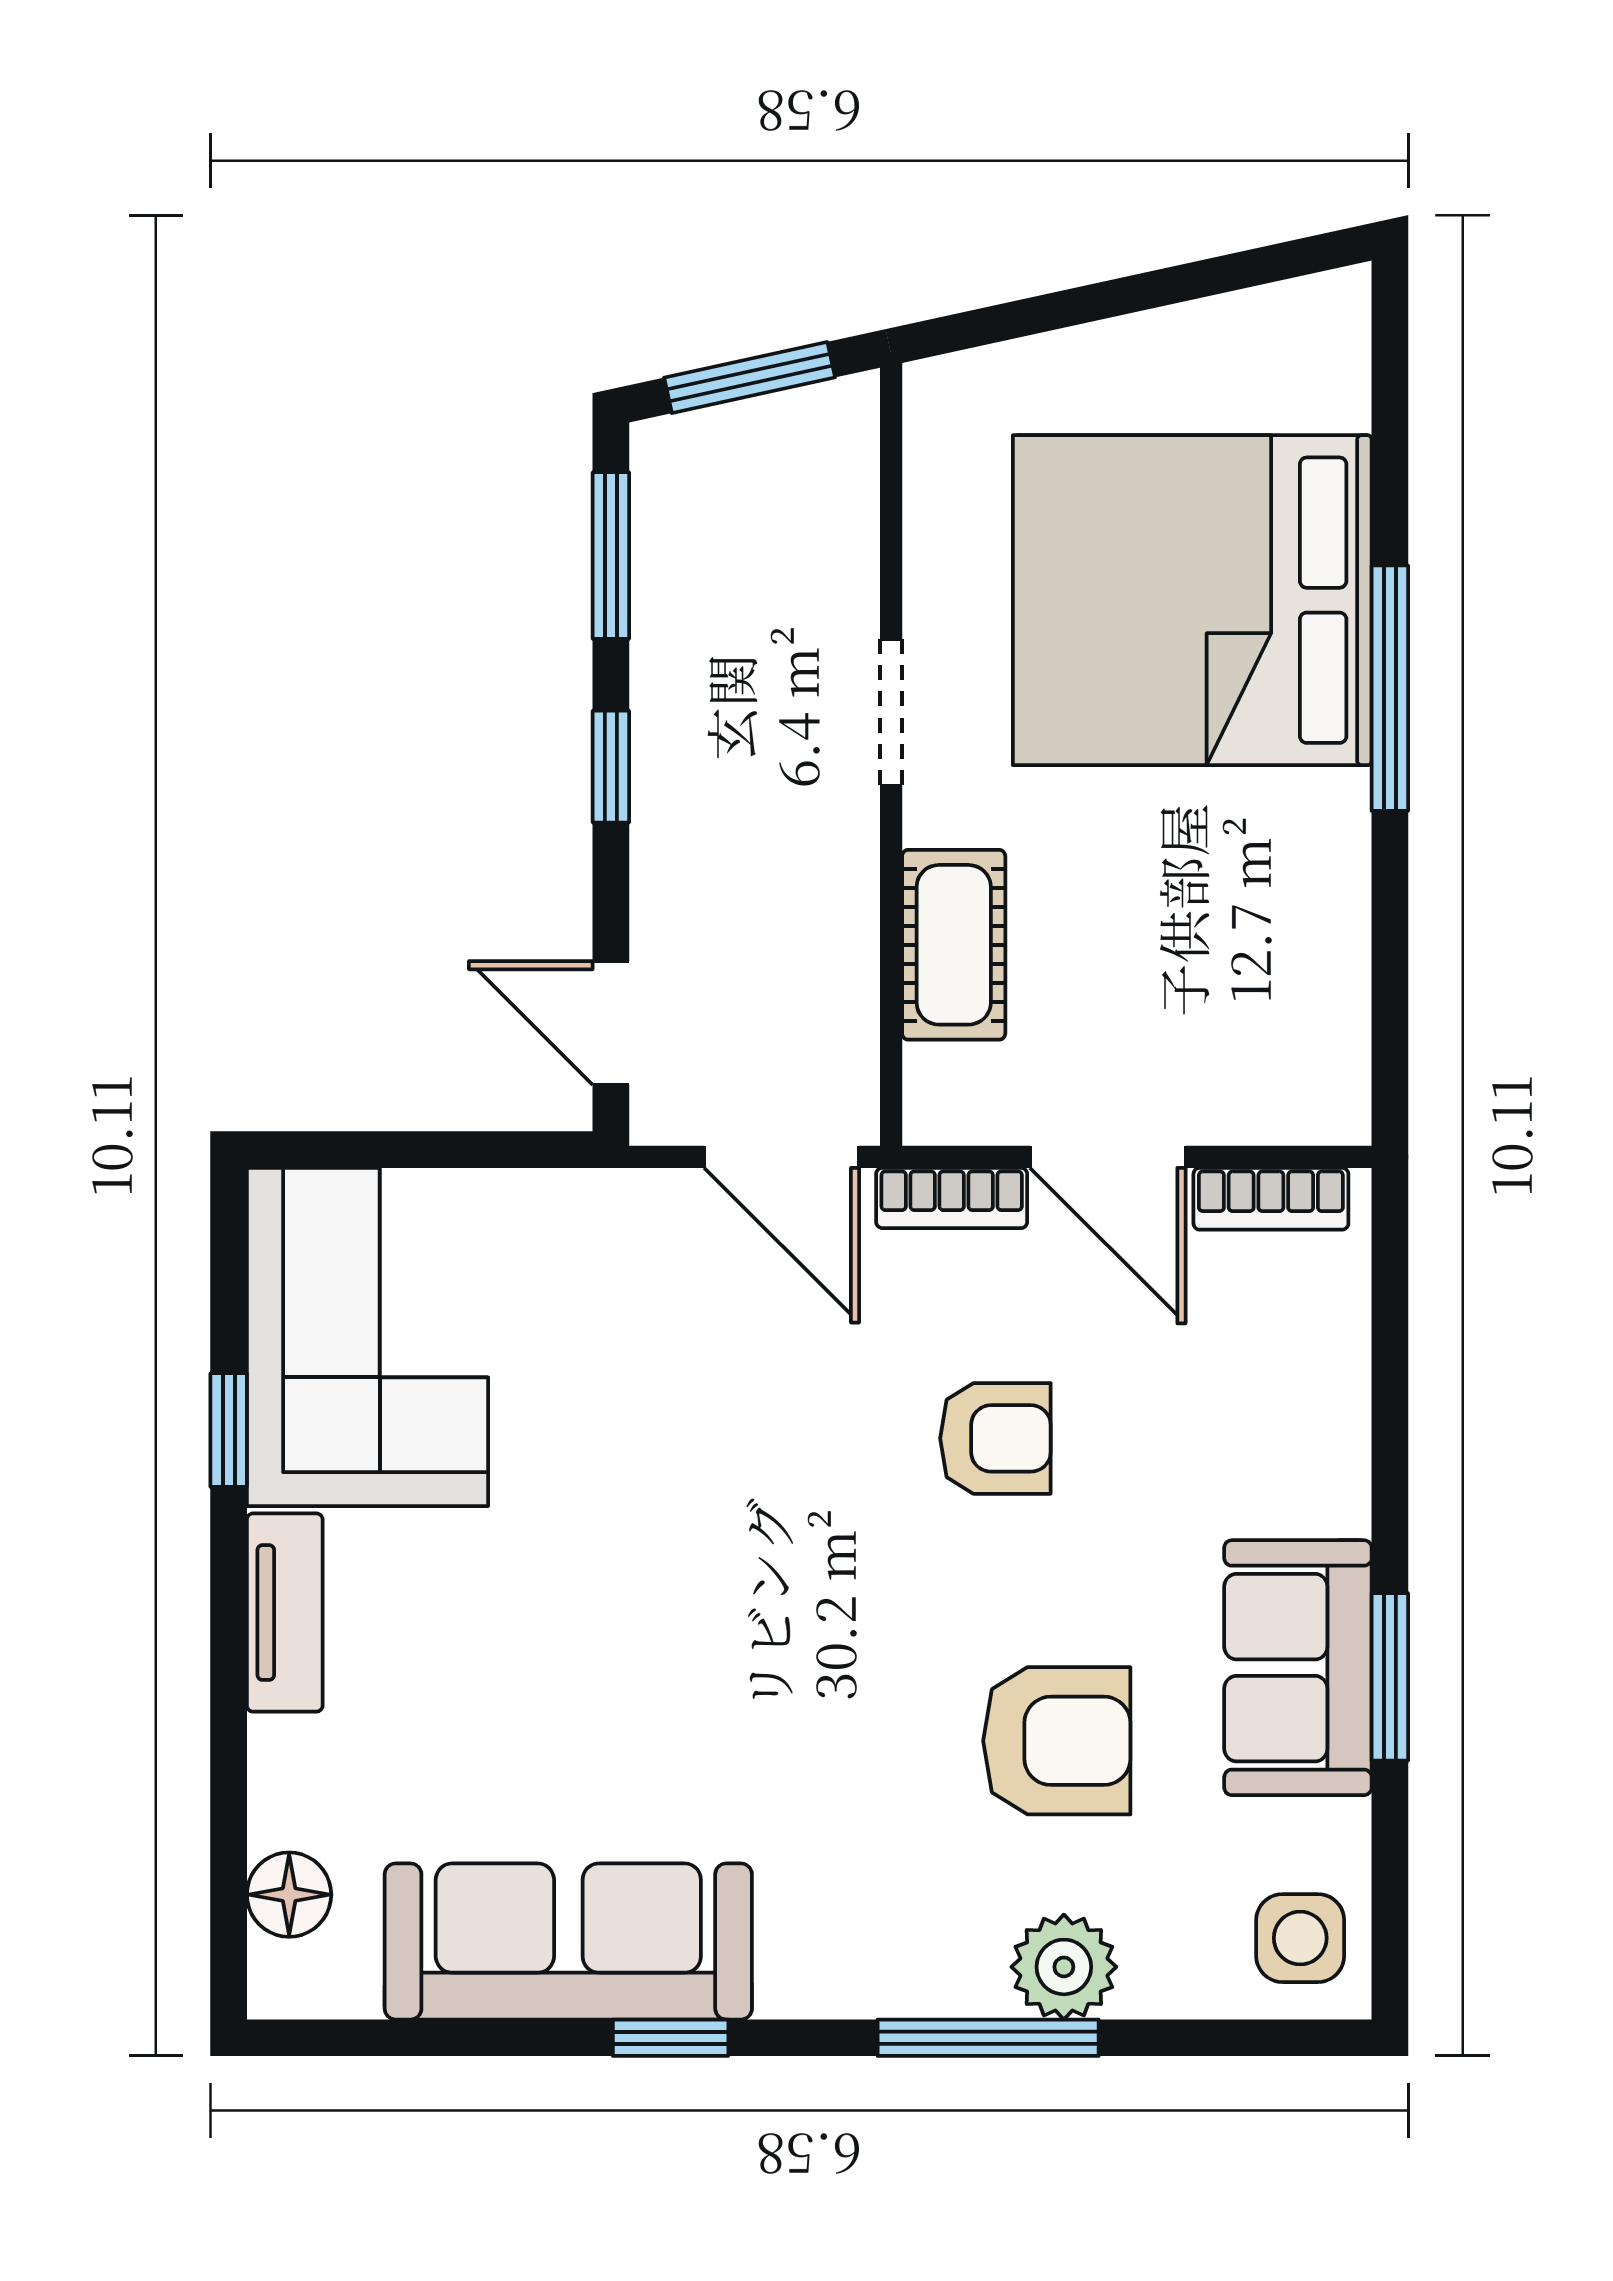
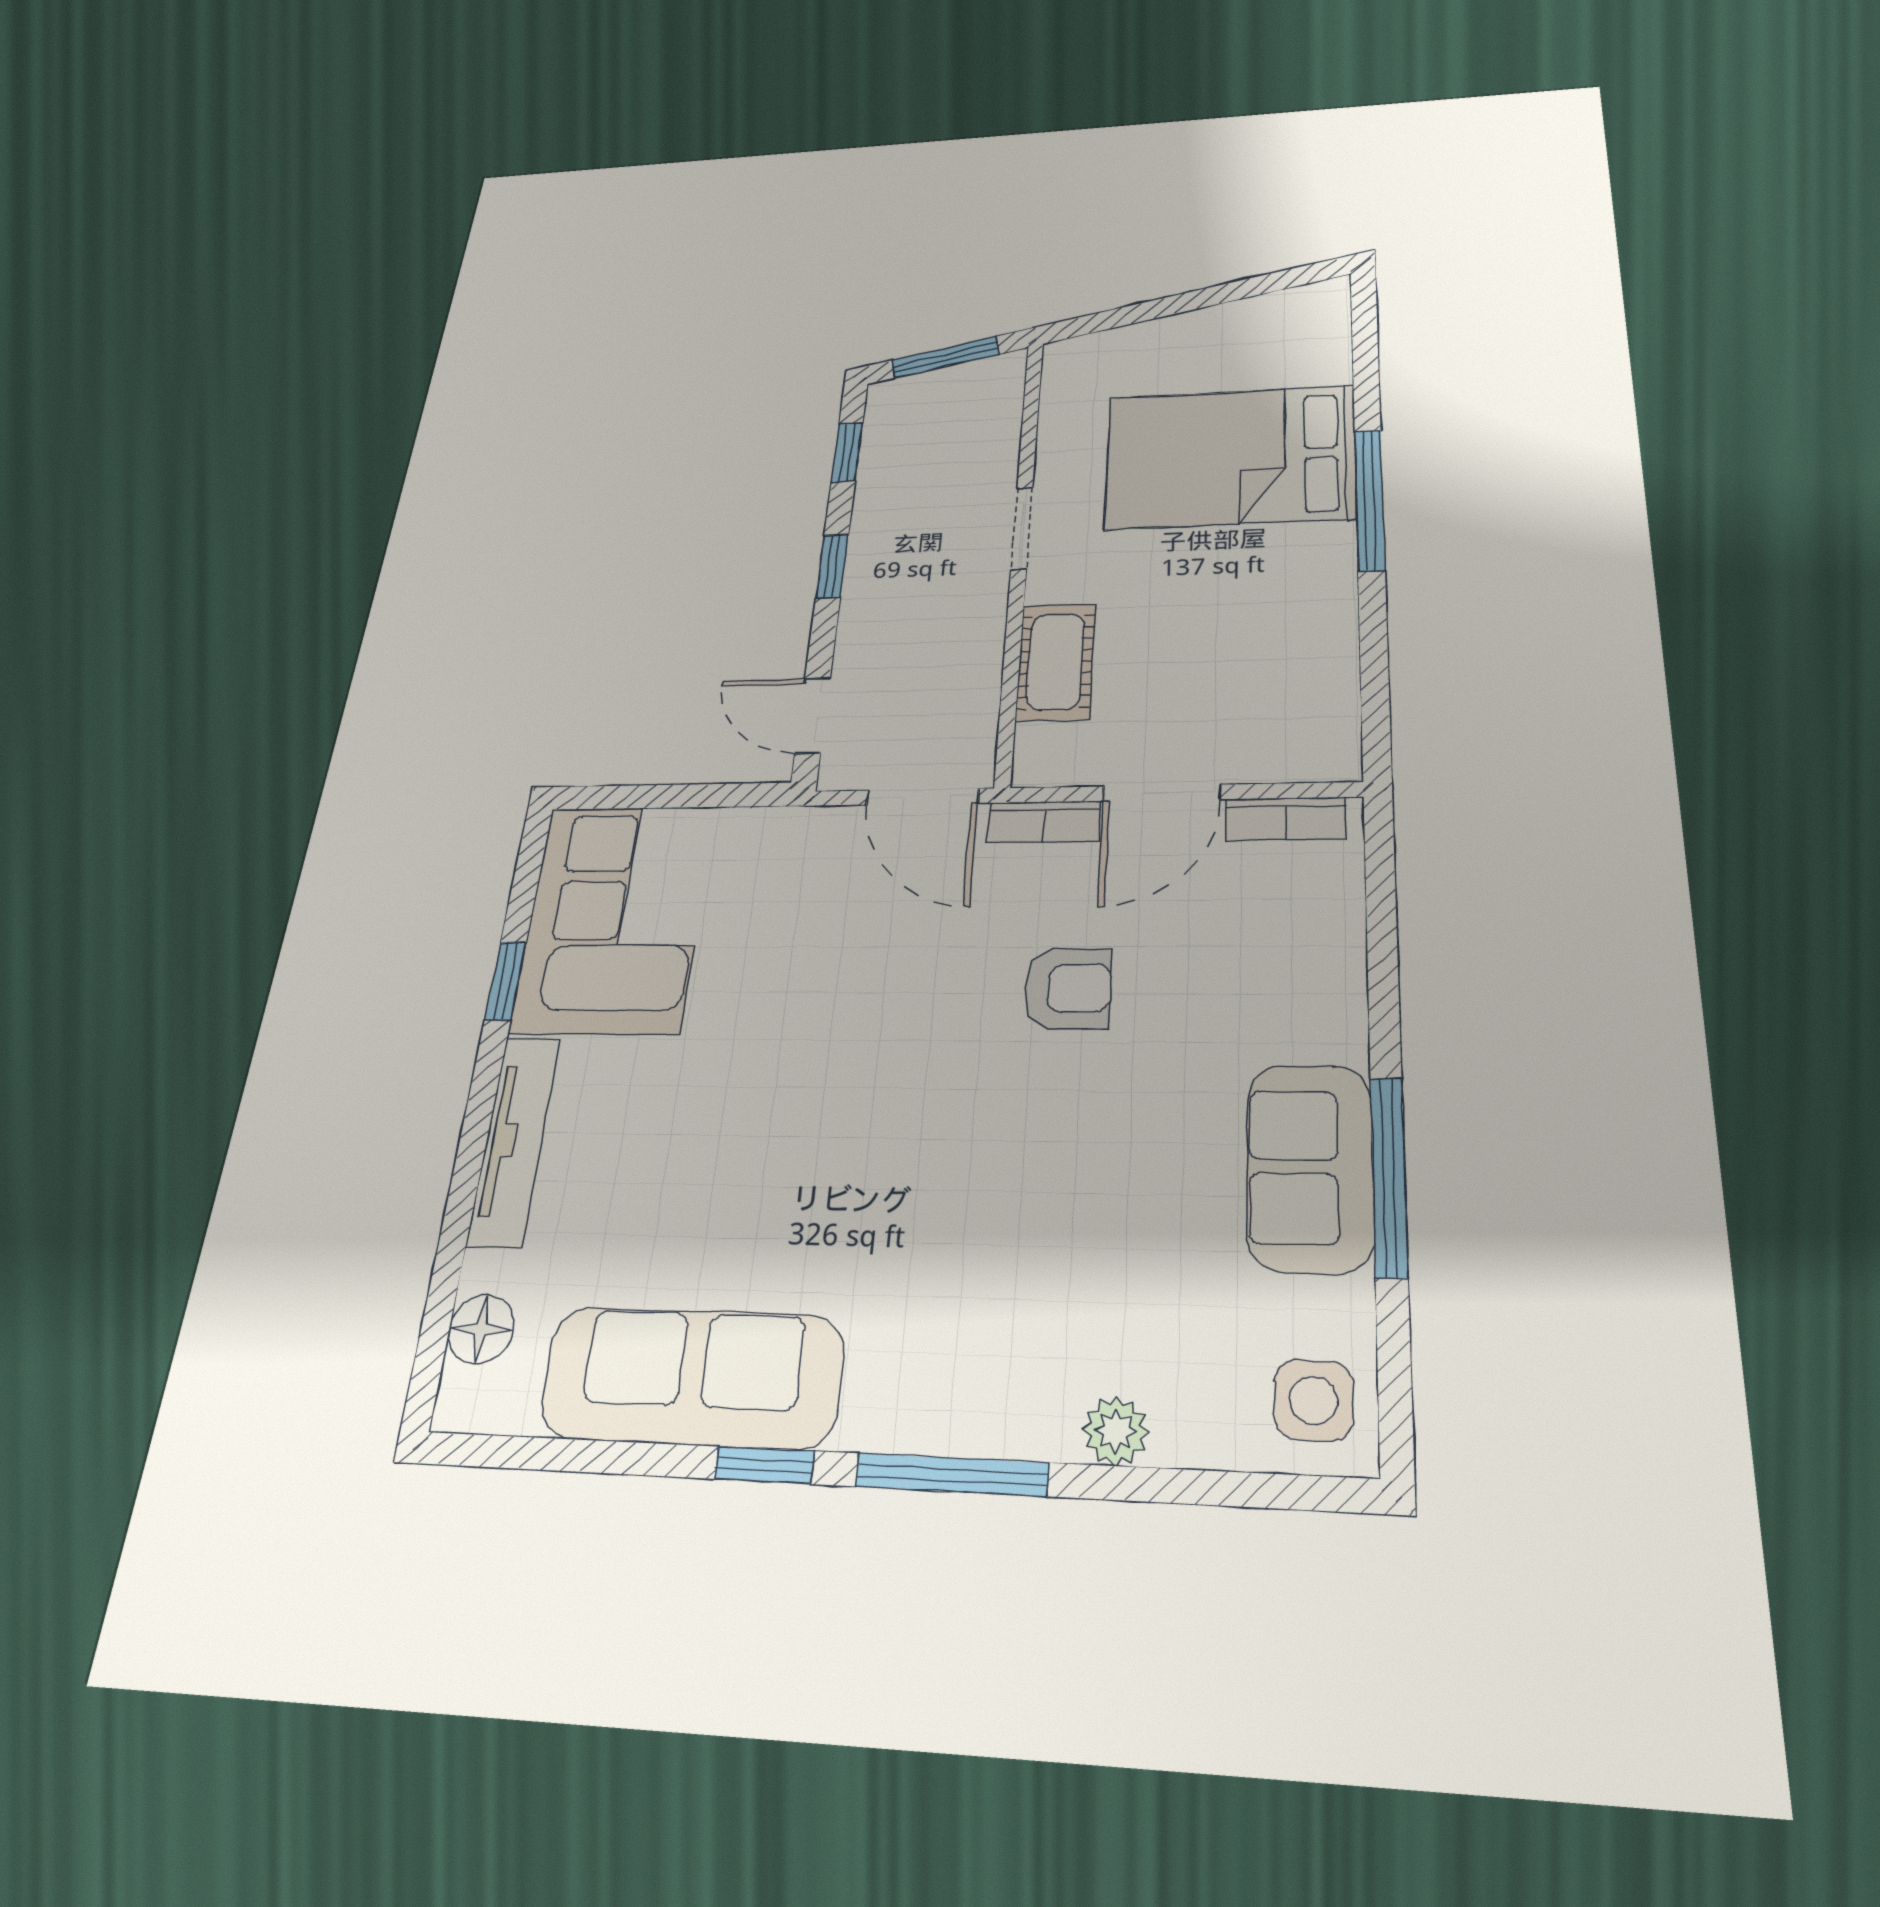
window: (611, 556) -> (847, 452), width x0.67
bed: (1192, 600) -> (1230, 457), width x0.73
door: (1108, 1157) -> (1162, 793), hinge flipped
tv unit: (285, 1613) -> (514, 1140), width x1.41
window: (1390, 1677) -> (1389, 1176), width x1.44
armchair: (1057, 1741) -> (1105, 1222), removed
plant: (1064, 1967) -> (1116, 1431), width x0.73, depth x0.73
window: (988, 2038) -> (952, 1475), moved

